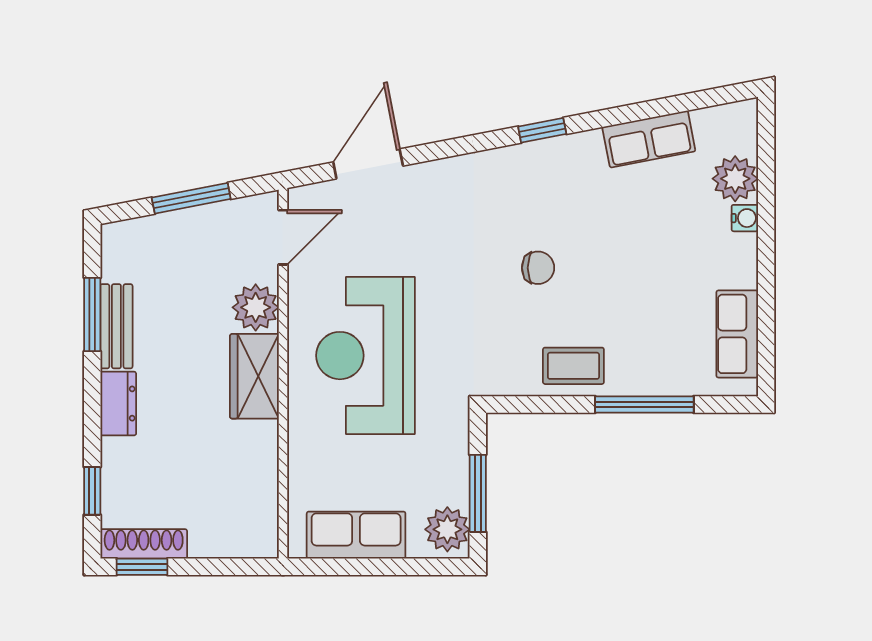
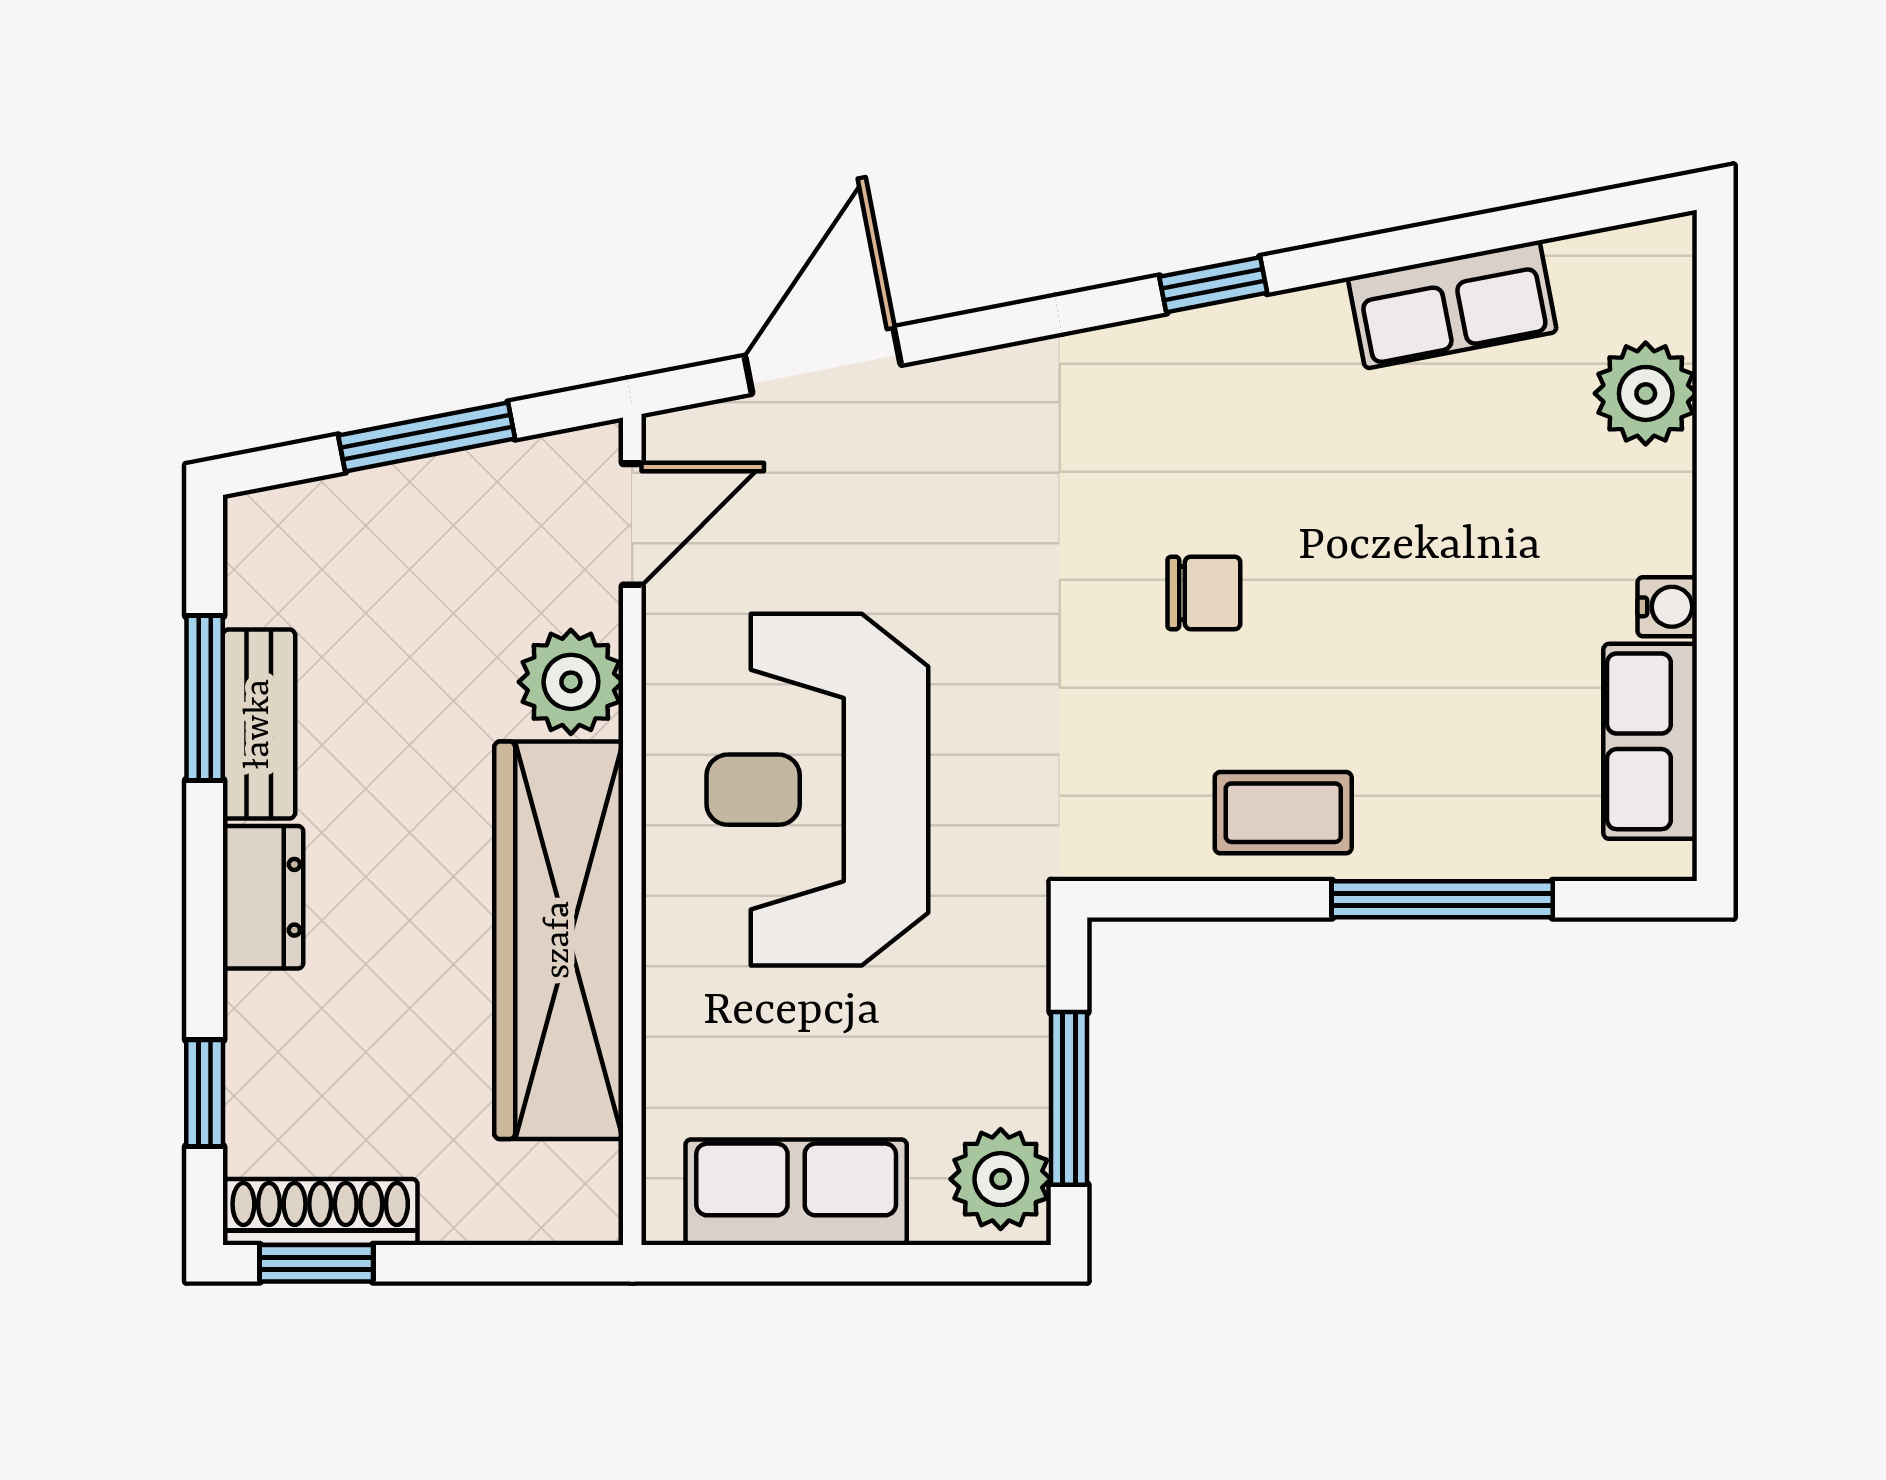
water cooler: (745, 218) -> (1667, 607), moved
wardrobe: (254, 376) -> (559, 940), width x2.10, depth x1.17

